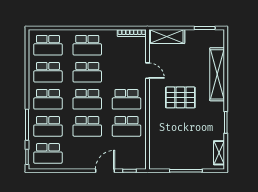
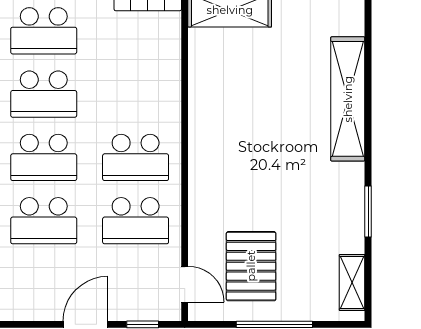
door: (147, 71) -> (185, 284), moved
pallet: (180, 97) -> (251, 266), moved, turned 90

